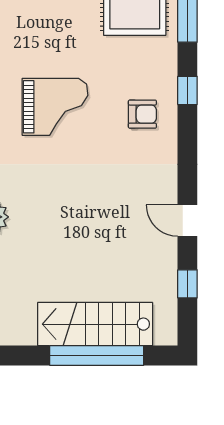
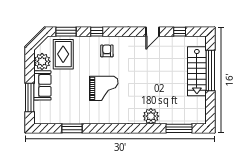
grand piano: (55, 107) -> (104, 88), turned 90

